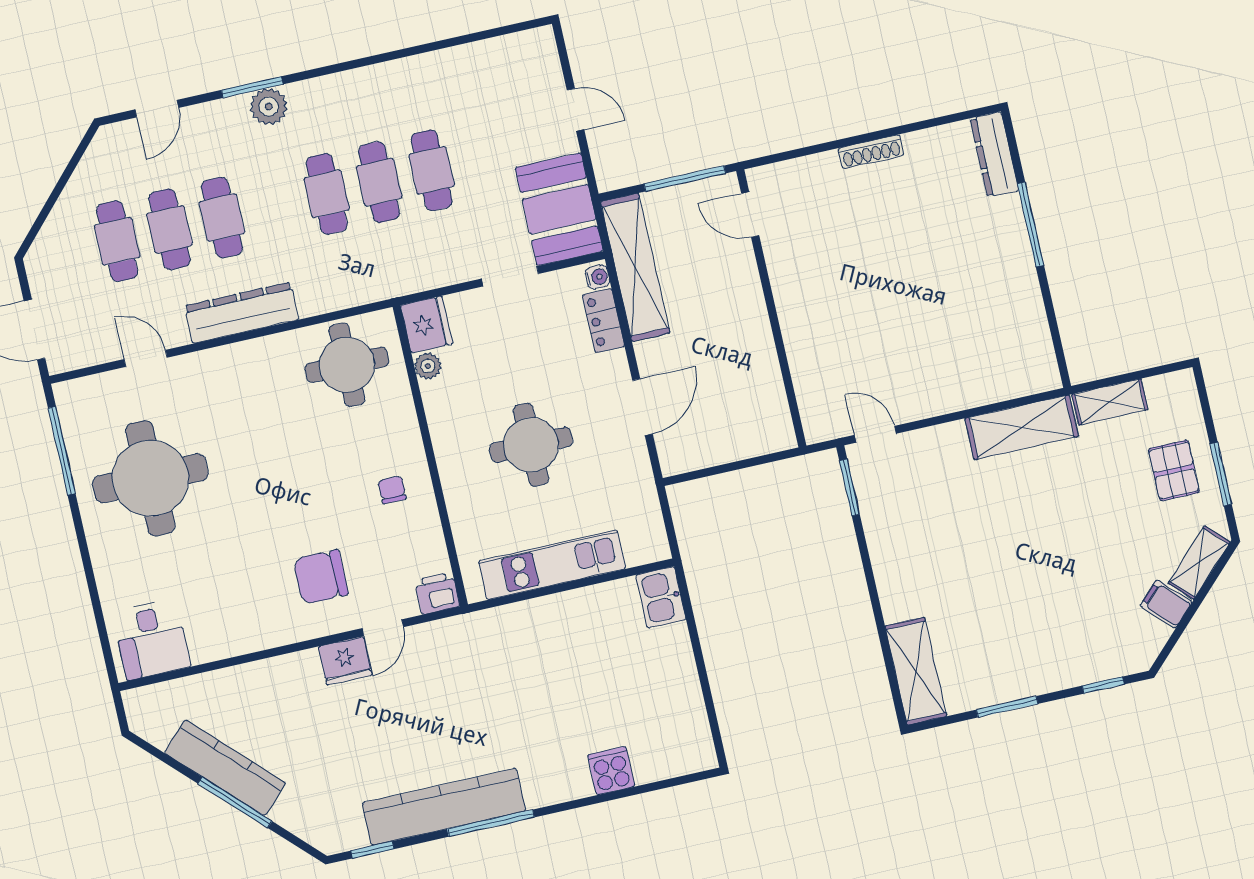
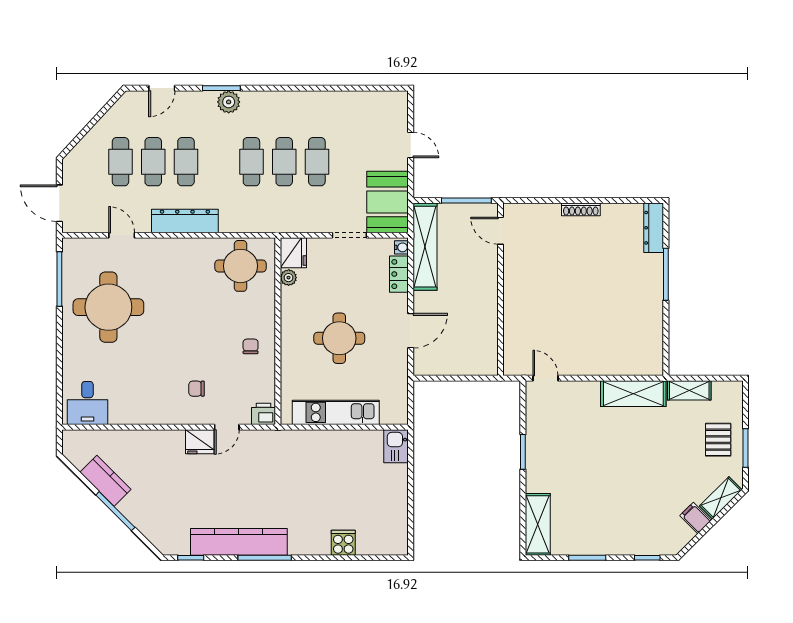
window: (849, 487) -> (523, 452), moved
chair: (321, 577) -> (197, 389), width x0.54, depth x0.54
kitchen counter: (225, 768) -> (105, 481), width x0.67

